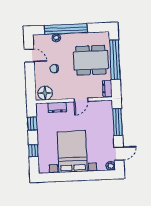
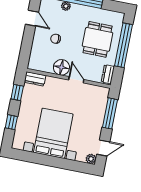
dining table: (91, 60) -> (98, 39), width x0.73
floor lamp: (45, 93) -> (61, 67), moved
door: (81, 100) -> (76, 80), swing flipped
dresser: (57, 107) -> (35, 79), moved

